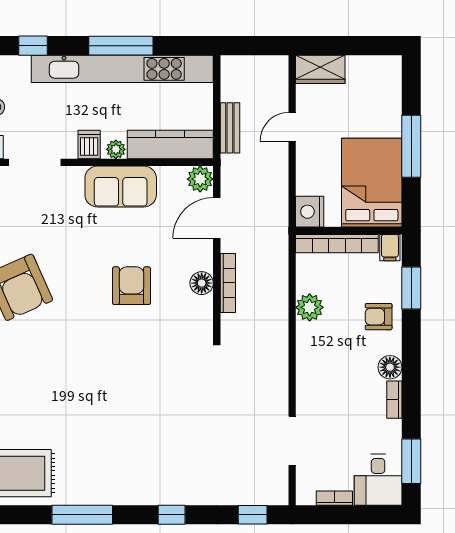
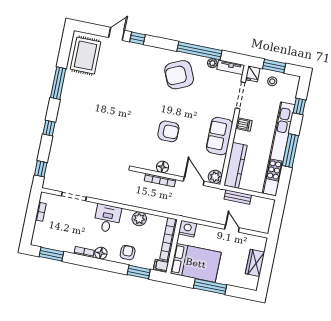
wardrobe: (320, 69) -> (255, 263), moved
plant: (116, 149) -> (239, 137), removed
desk: (378, 480) -> (107, 218), moved, turned 90

